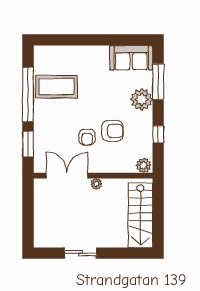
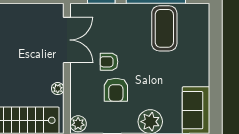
plant: (96, 184) -> (58, 89), moved

